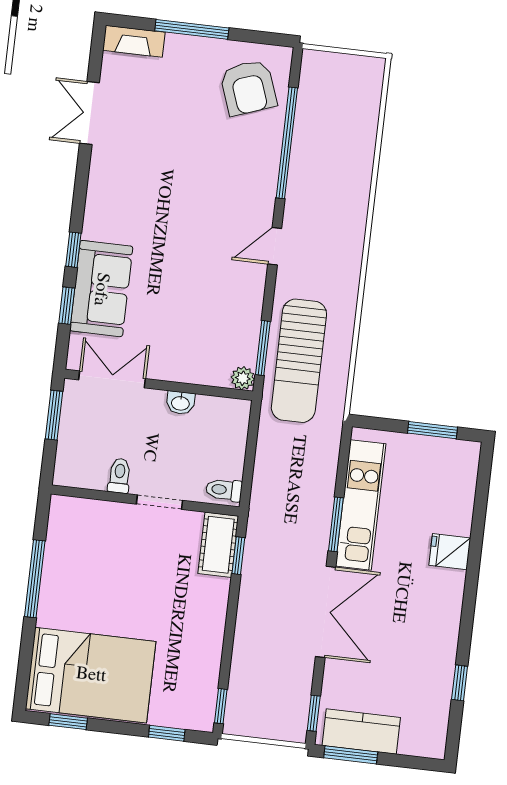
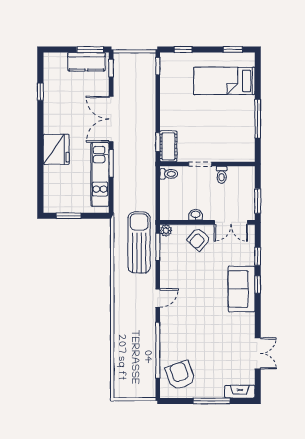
sofa: (101, 289) -> (242, 289), moved
armchair: (180, 353) -> (199, 239), added
fridge: (450, 552) -> (56, 149), width x1.88, depth x1.34
bed: (91, 675) -> (224, 81), width x0.67

